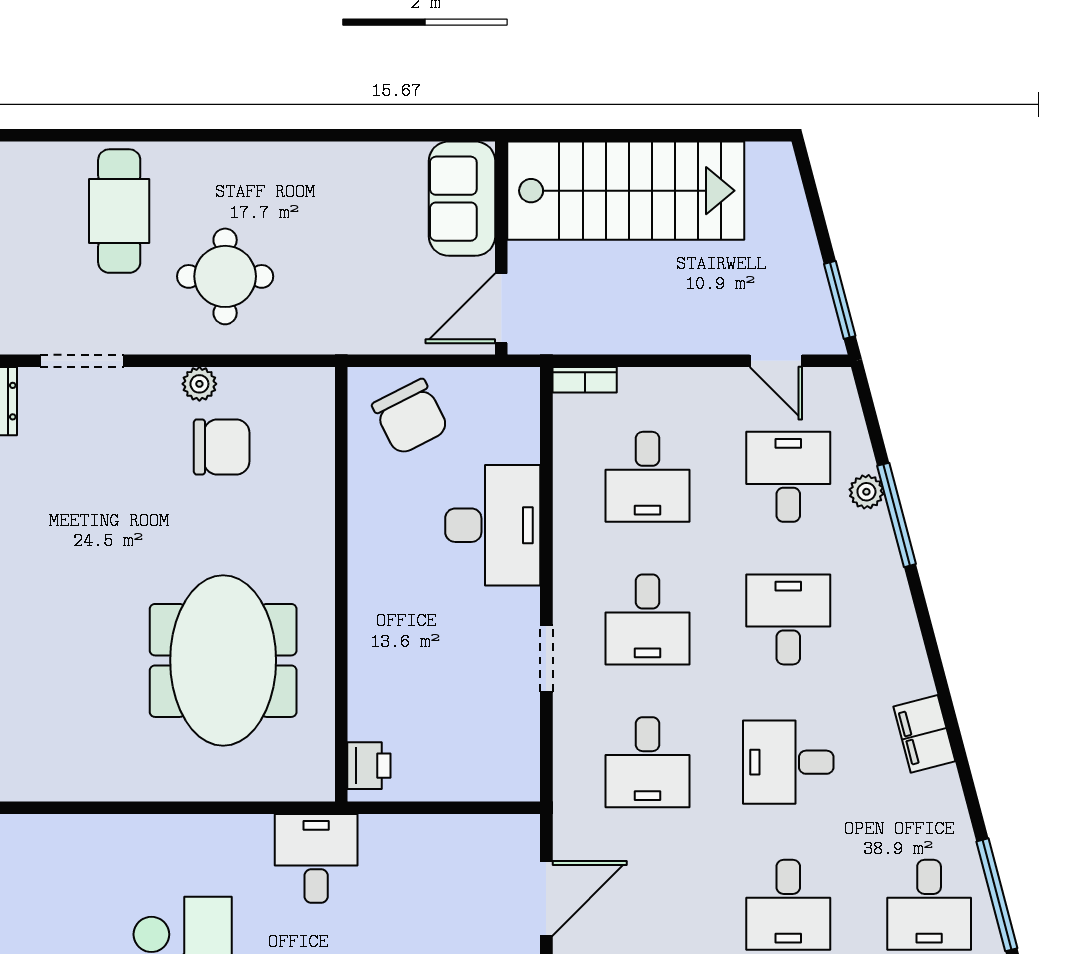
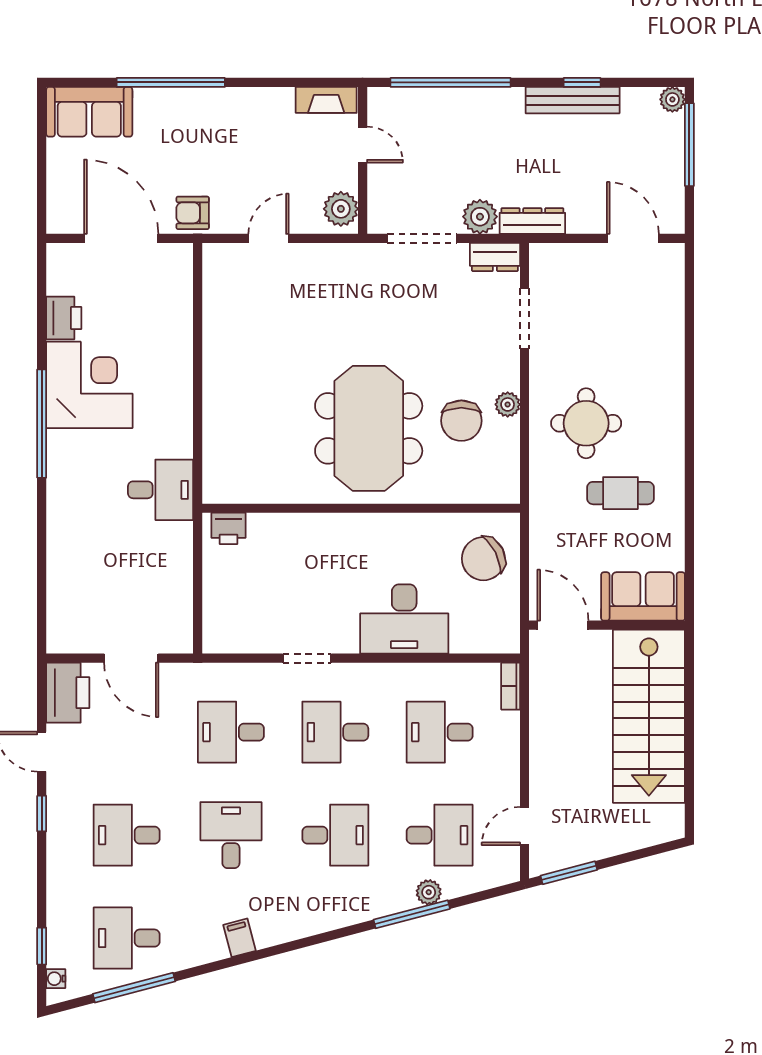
cafe table: (119, 211) -> (620, 493), moved, width x0.73, depth x0.74
meeting table: (223, 660) -> (369, 428), moved, turned 90
filing cabinet: (924, 734) -> (239, 938), width x0.50

